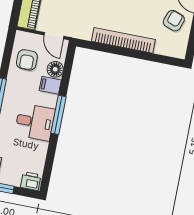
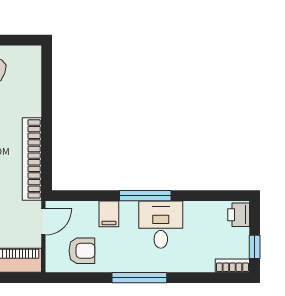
bookcase: (123, 40) -> (32, 159), moved
floor lamp: (55, 69) -> (87, 212), removed

